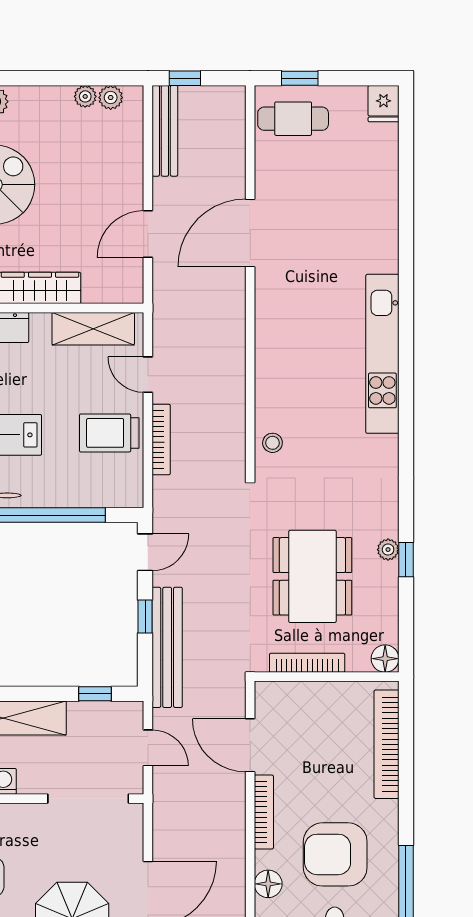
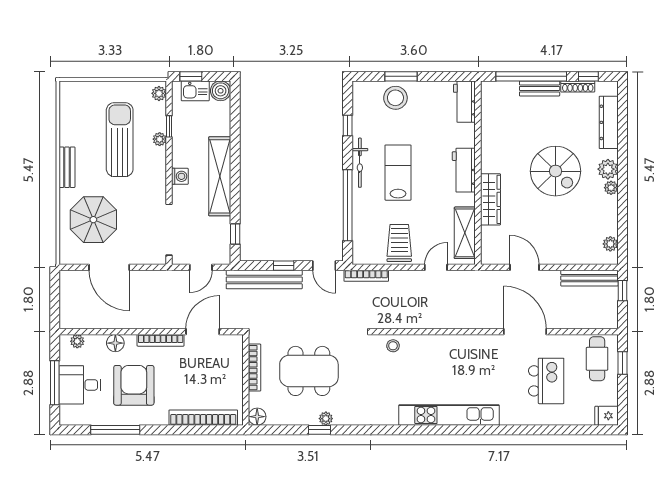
plant: (85, 96) -> (611, 188), moved
kitchen island: (328, 199) -> (546, 381), added
bookcase: (161, 439) -> (366, 276), moved

